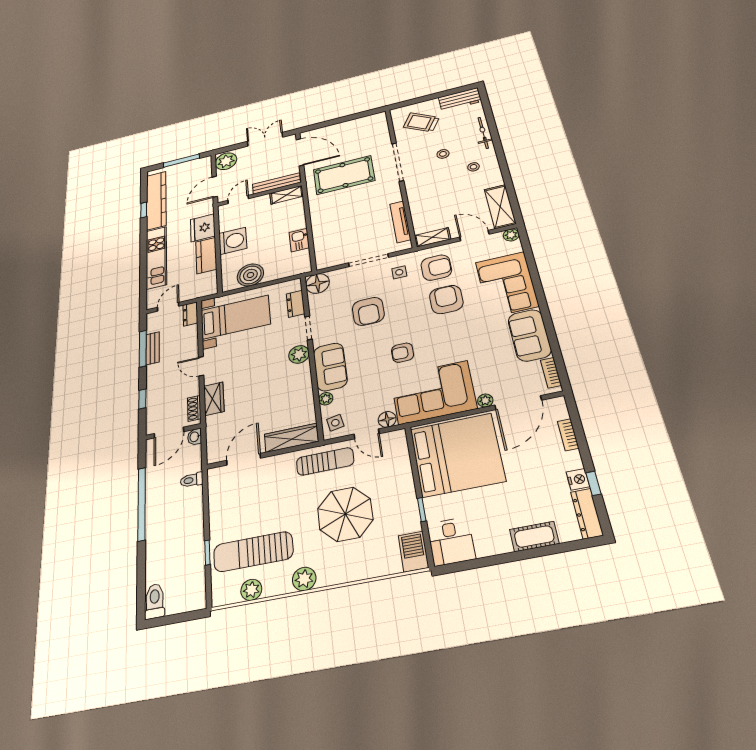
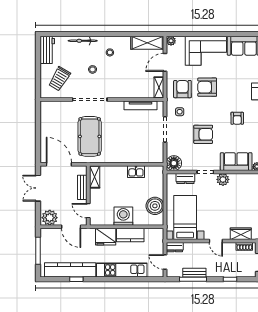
door: (300, 152) -> (59, 164), hinge flipped
bench: (276, 183) -> (82, 187), width x0.73
door: (201, 366) -> (216, 241), hinge flipped

